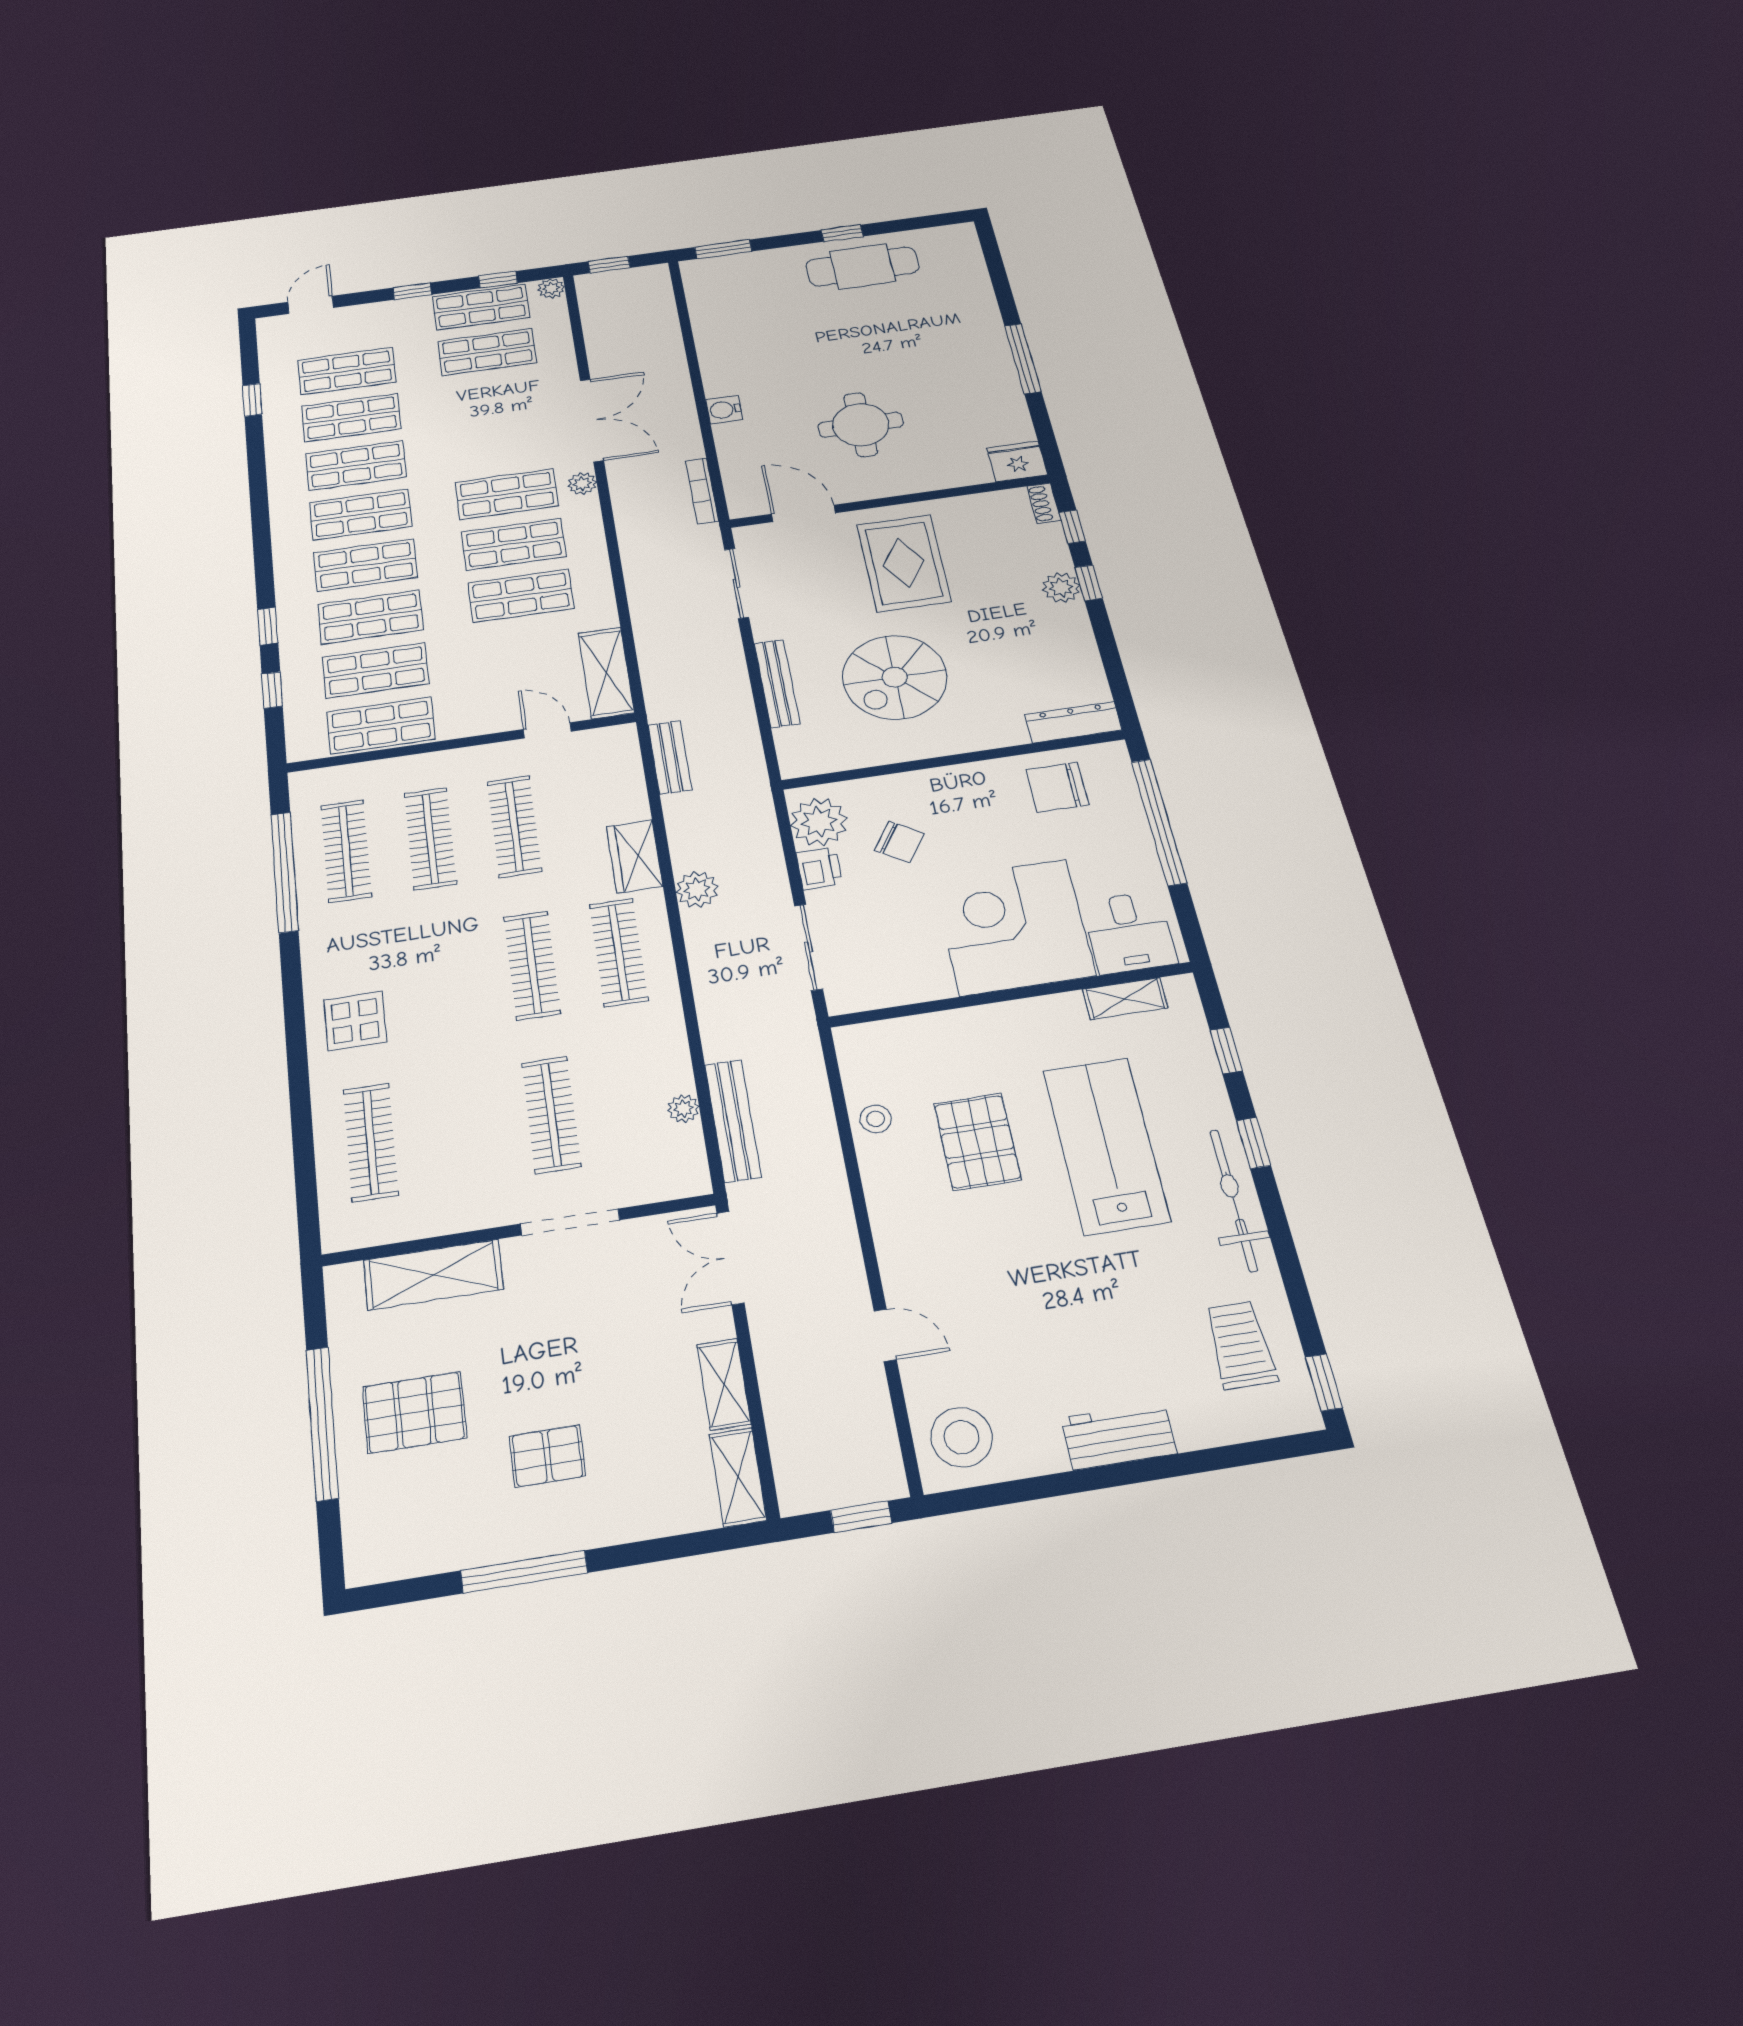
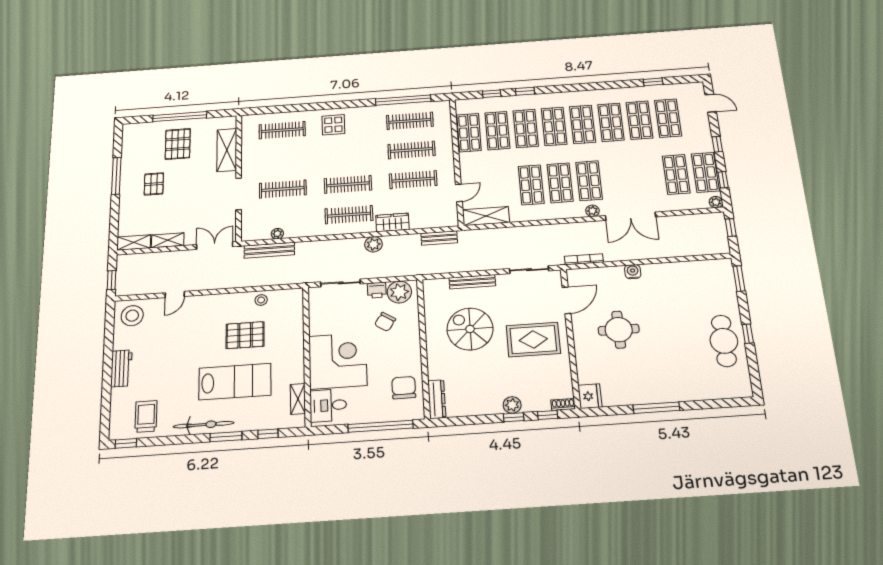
window: (1253, 1143) -> (226, 437), width x1.50
trolley: (1240, 1345) -> (146, 416), turned -90

